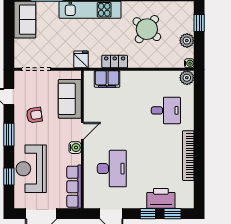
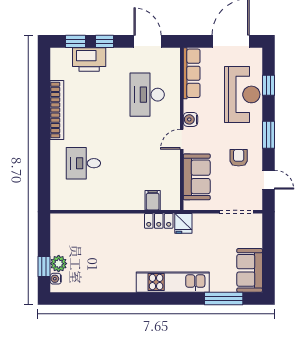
round table: (147, 29) -> (106, 259), removed
plant: (187, 41) -> (59, 264), moved
locker: (115, 62) -> (159, 221), moved
water cooler: (189, 63) -> (56, 279), moved
plant: (187, 78) -> (59, 202), removed
filing cabinet: (107, 79) -> (153, 200), width x0.50
armchair: (34, 115) -> (239, 158), turned 98

